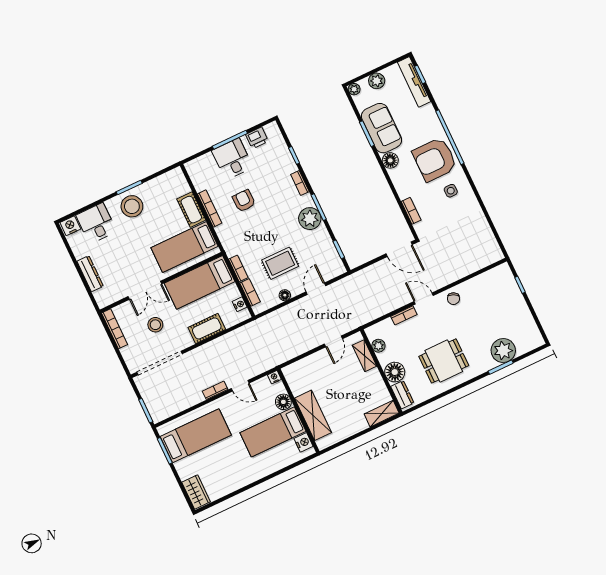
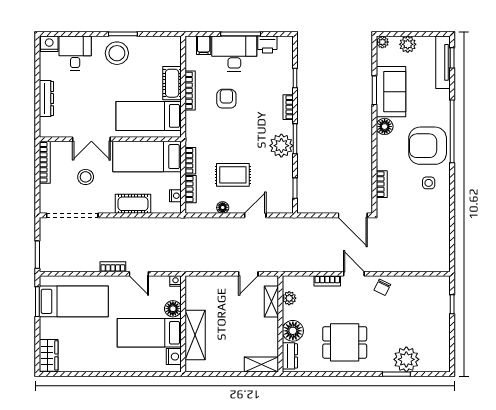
desk: (232, 159) -> (234, 53), width x1.37
filing cabinet: (203, 164) -> (204, 45), added

